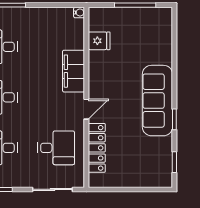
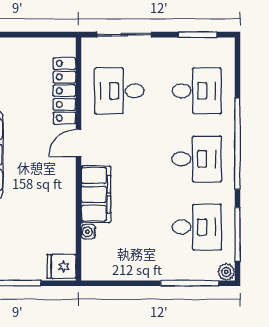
water cooler: (79, 12) -> (88, 232), moved
fridge: (99, 41) -> (61, 266), moved

